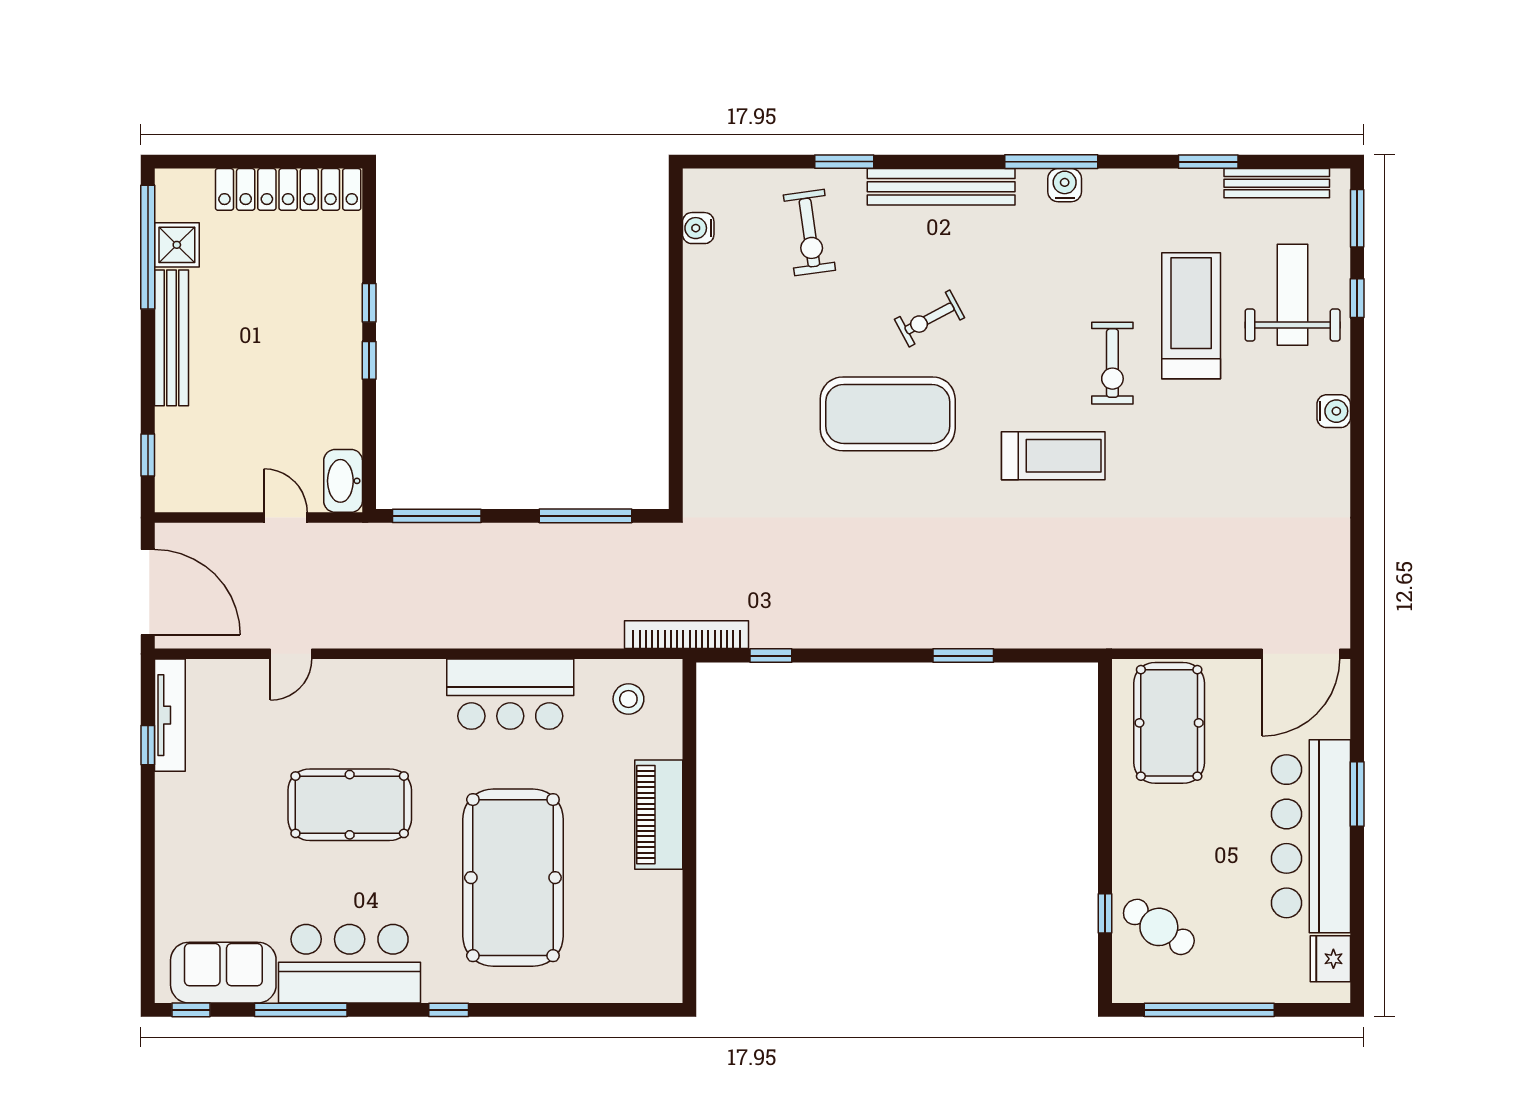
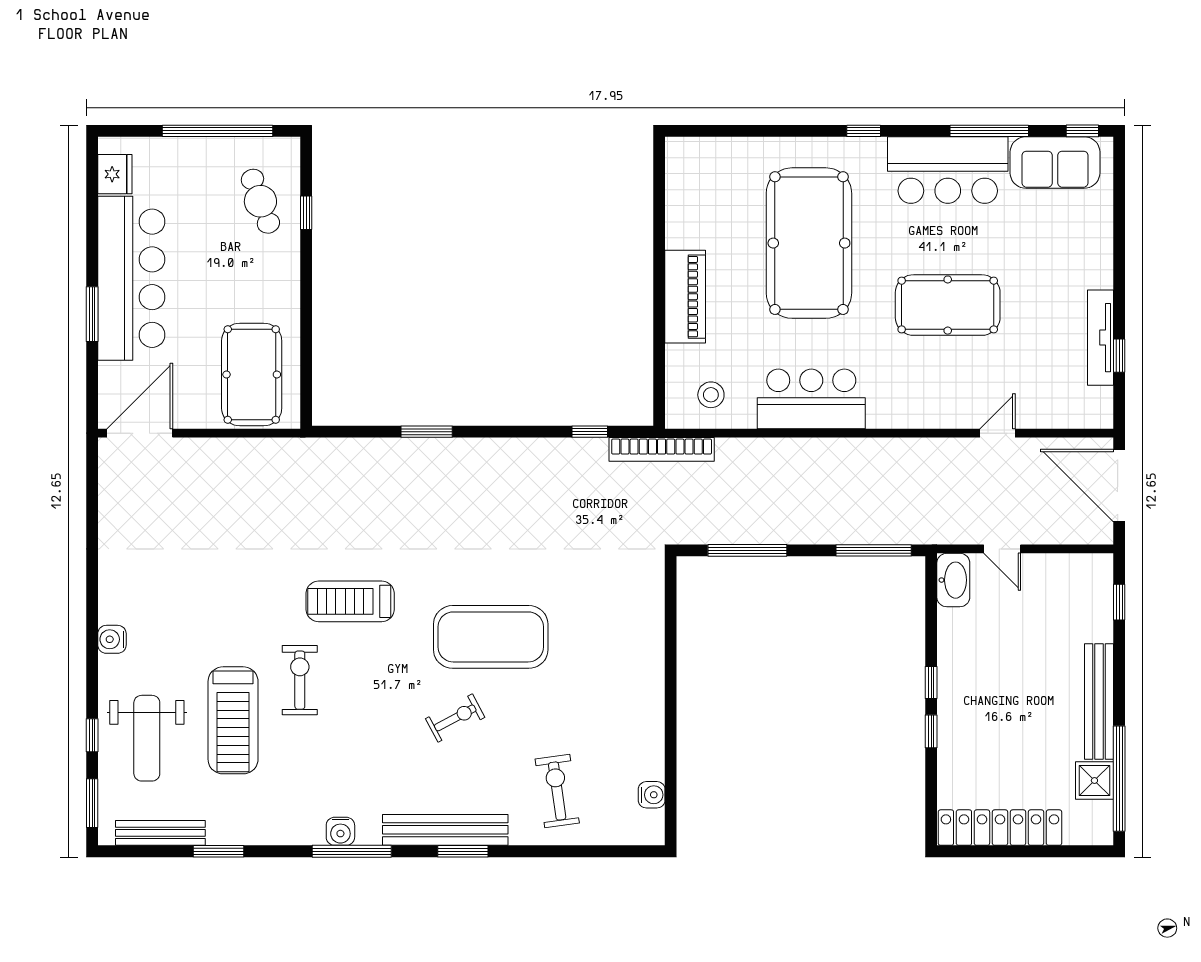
window: (844, 162) -> (463, 851), moved
tv unit: (170, 715) -> (1100, 338), moved
cafe table: (1159, 927) -> (260, 201), turned 37

